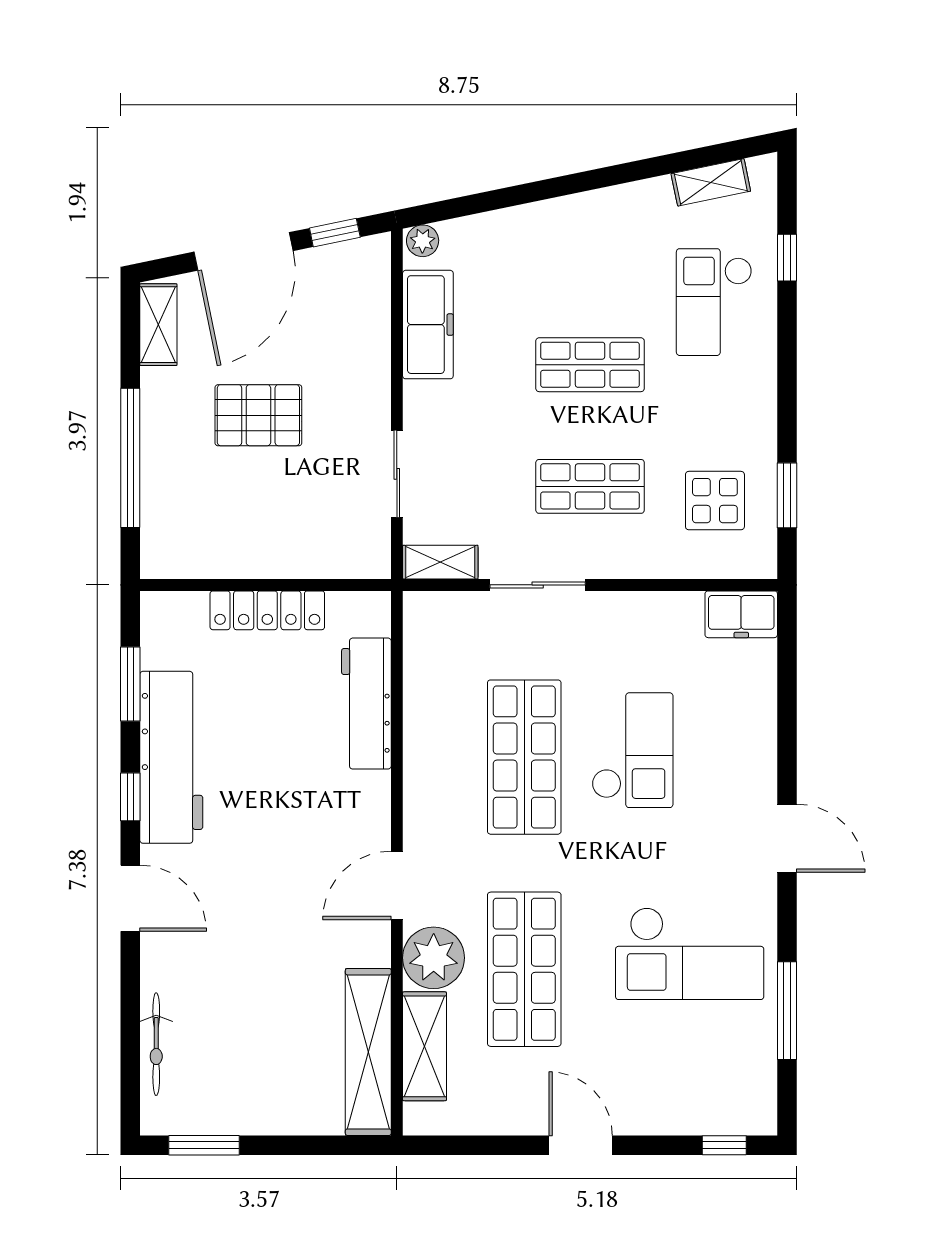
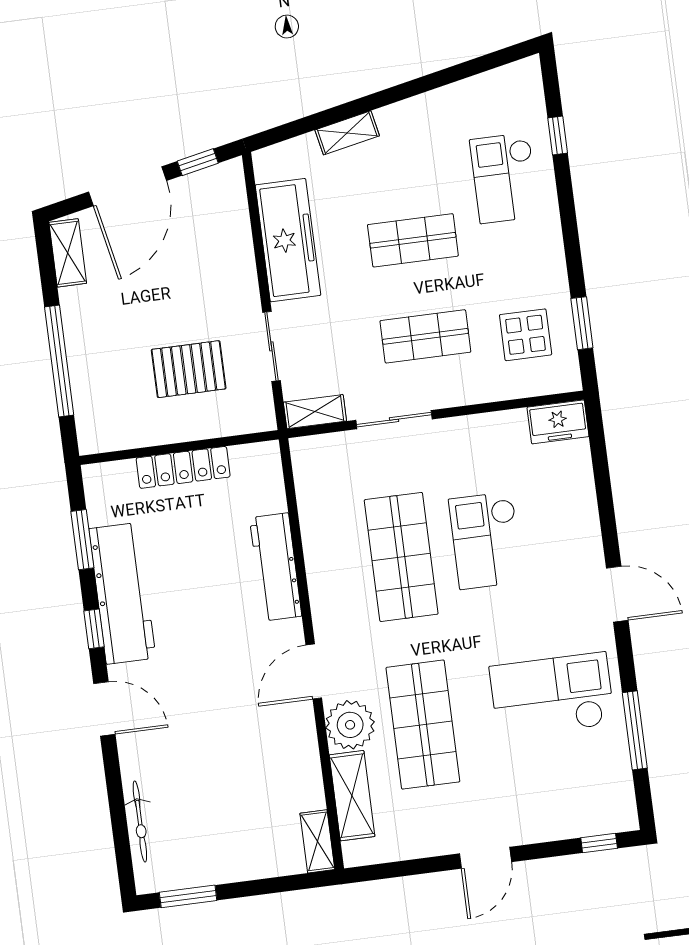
shelving: (711, 182) -> (347, 133), moved
plant: (423, 241) -> (268, 160), removed
freezer: (428, 325) -> (288, 240), width x1.36, depth x1.26
pallet: (258, 415) -> (189, 369), moved
workbench: (366, 704) -> (276, 567), moved
checkout: (632, 750) -> (486, 540), turned 180
checkout: (690, 954) -> (552, 695), turned 180
shelving: (368, 1052) -> (317, 841), width x0.45, depth x0.75
door: (581, 1145) -> (486, 858), swing flipped

